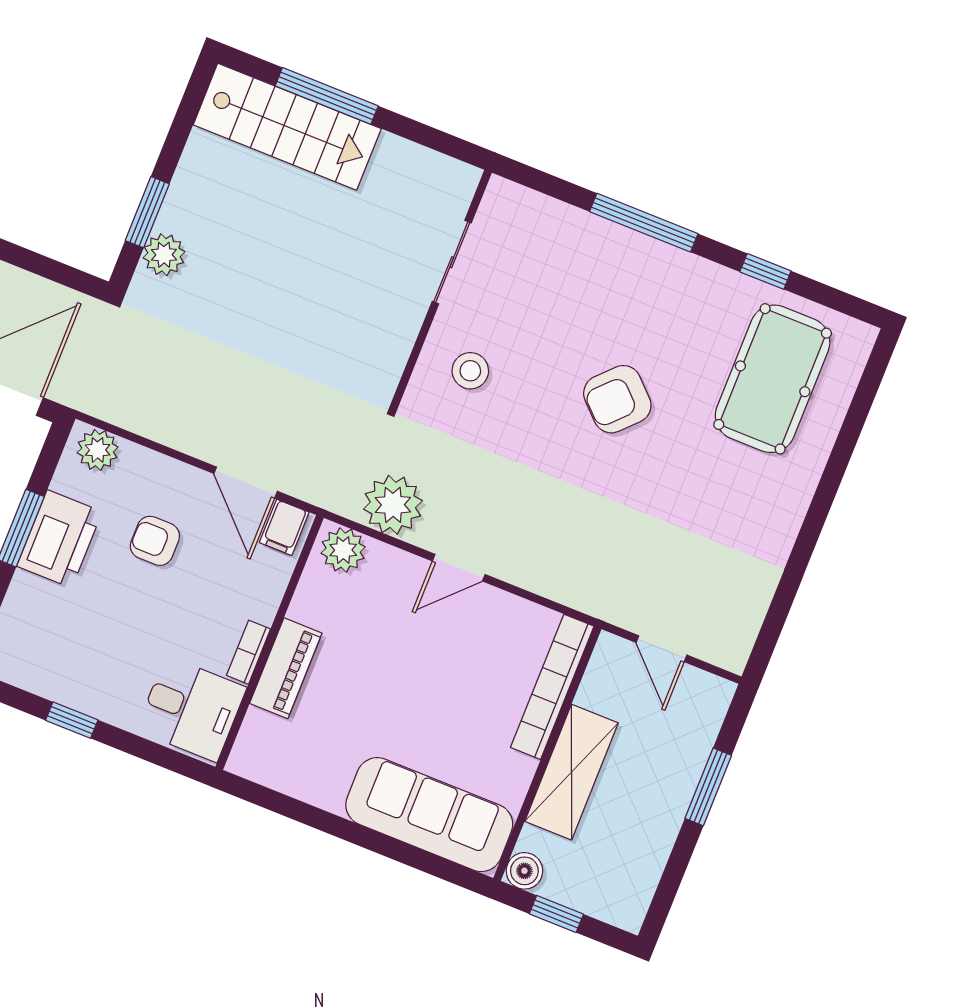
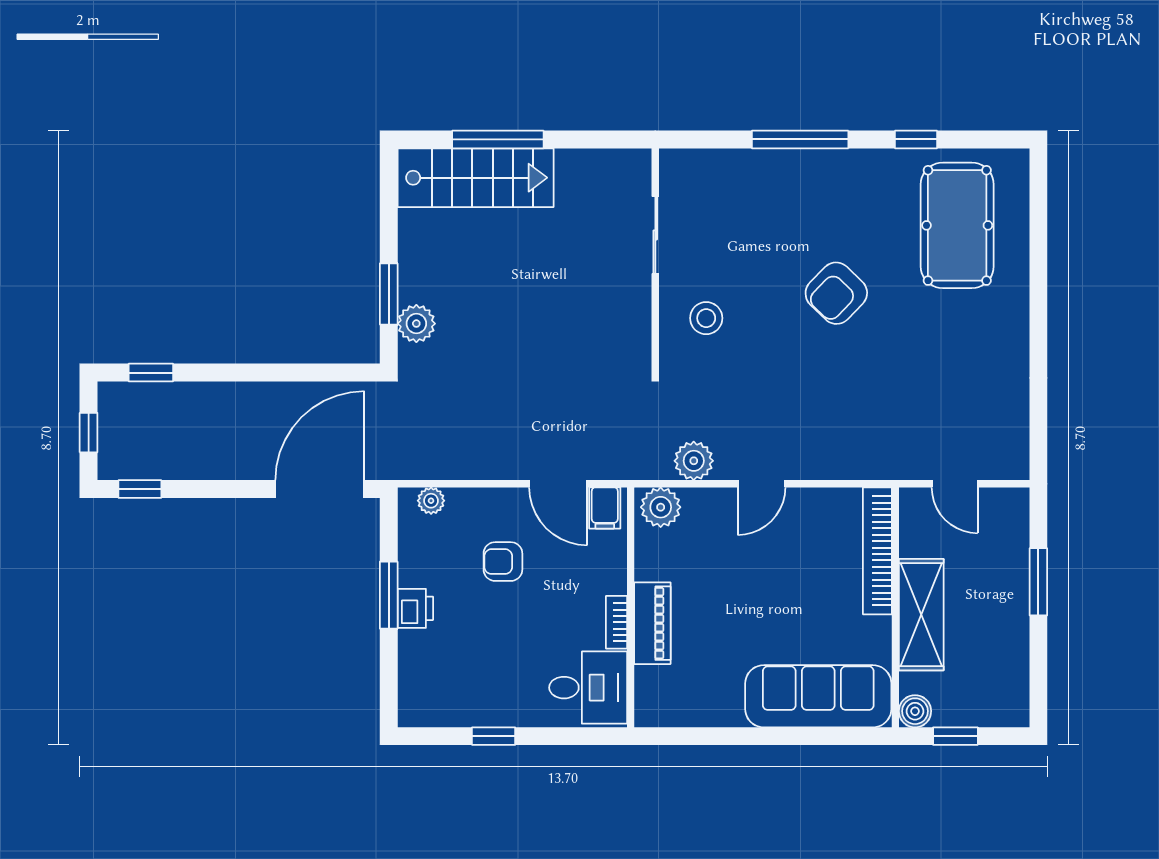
plant: (98, 450) -> (431, 501), width x0.73, depth x0.73
plant: (393, 505) -> (694, 461), width x0.73, depth x0.73
printer: (59, 539) -> (415, 608), width x0.53, depth x0.68

